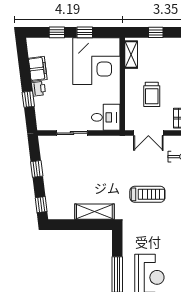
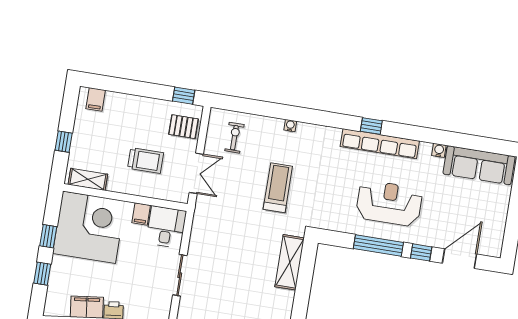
filing cabinet: (112, 97) -> (141, 214), added

